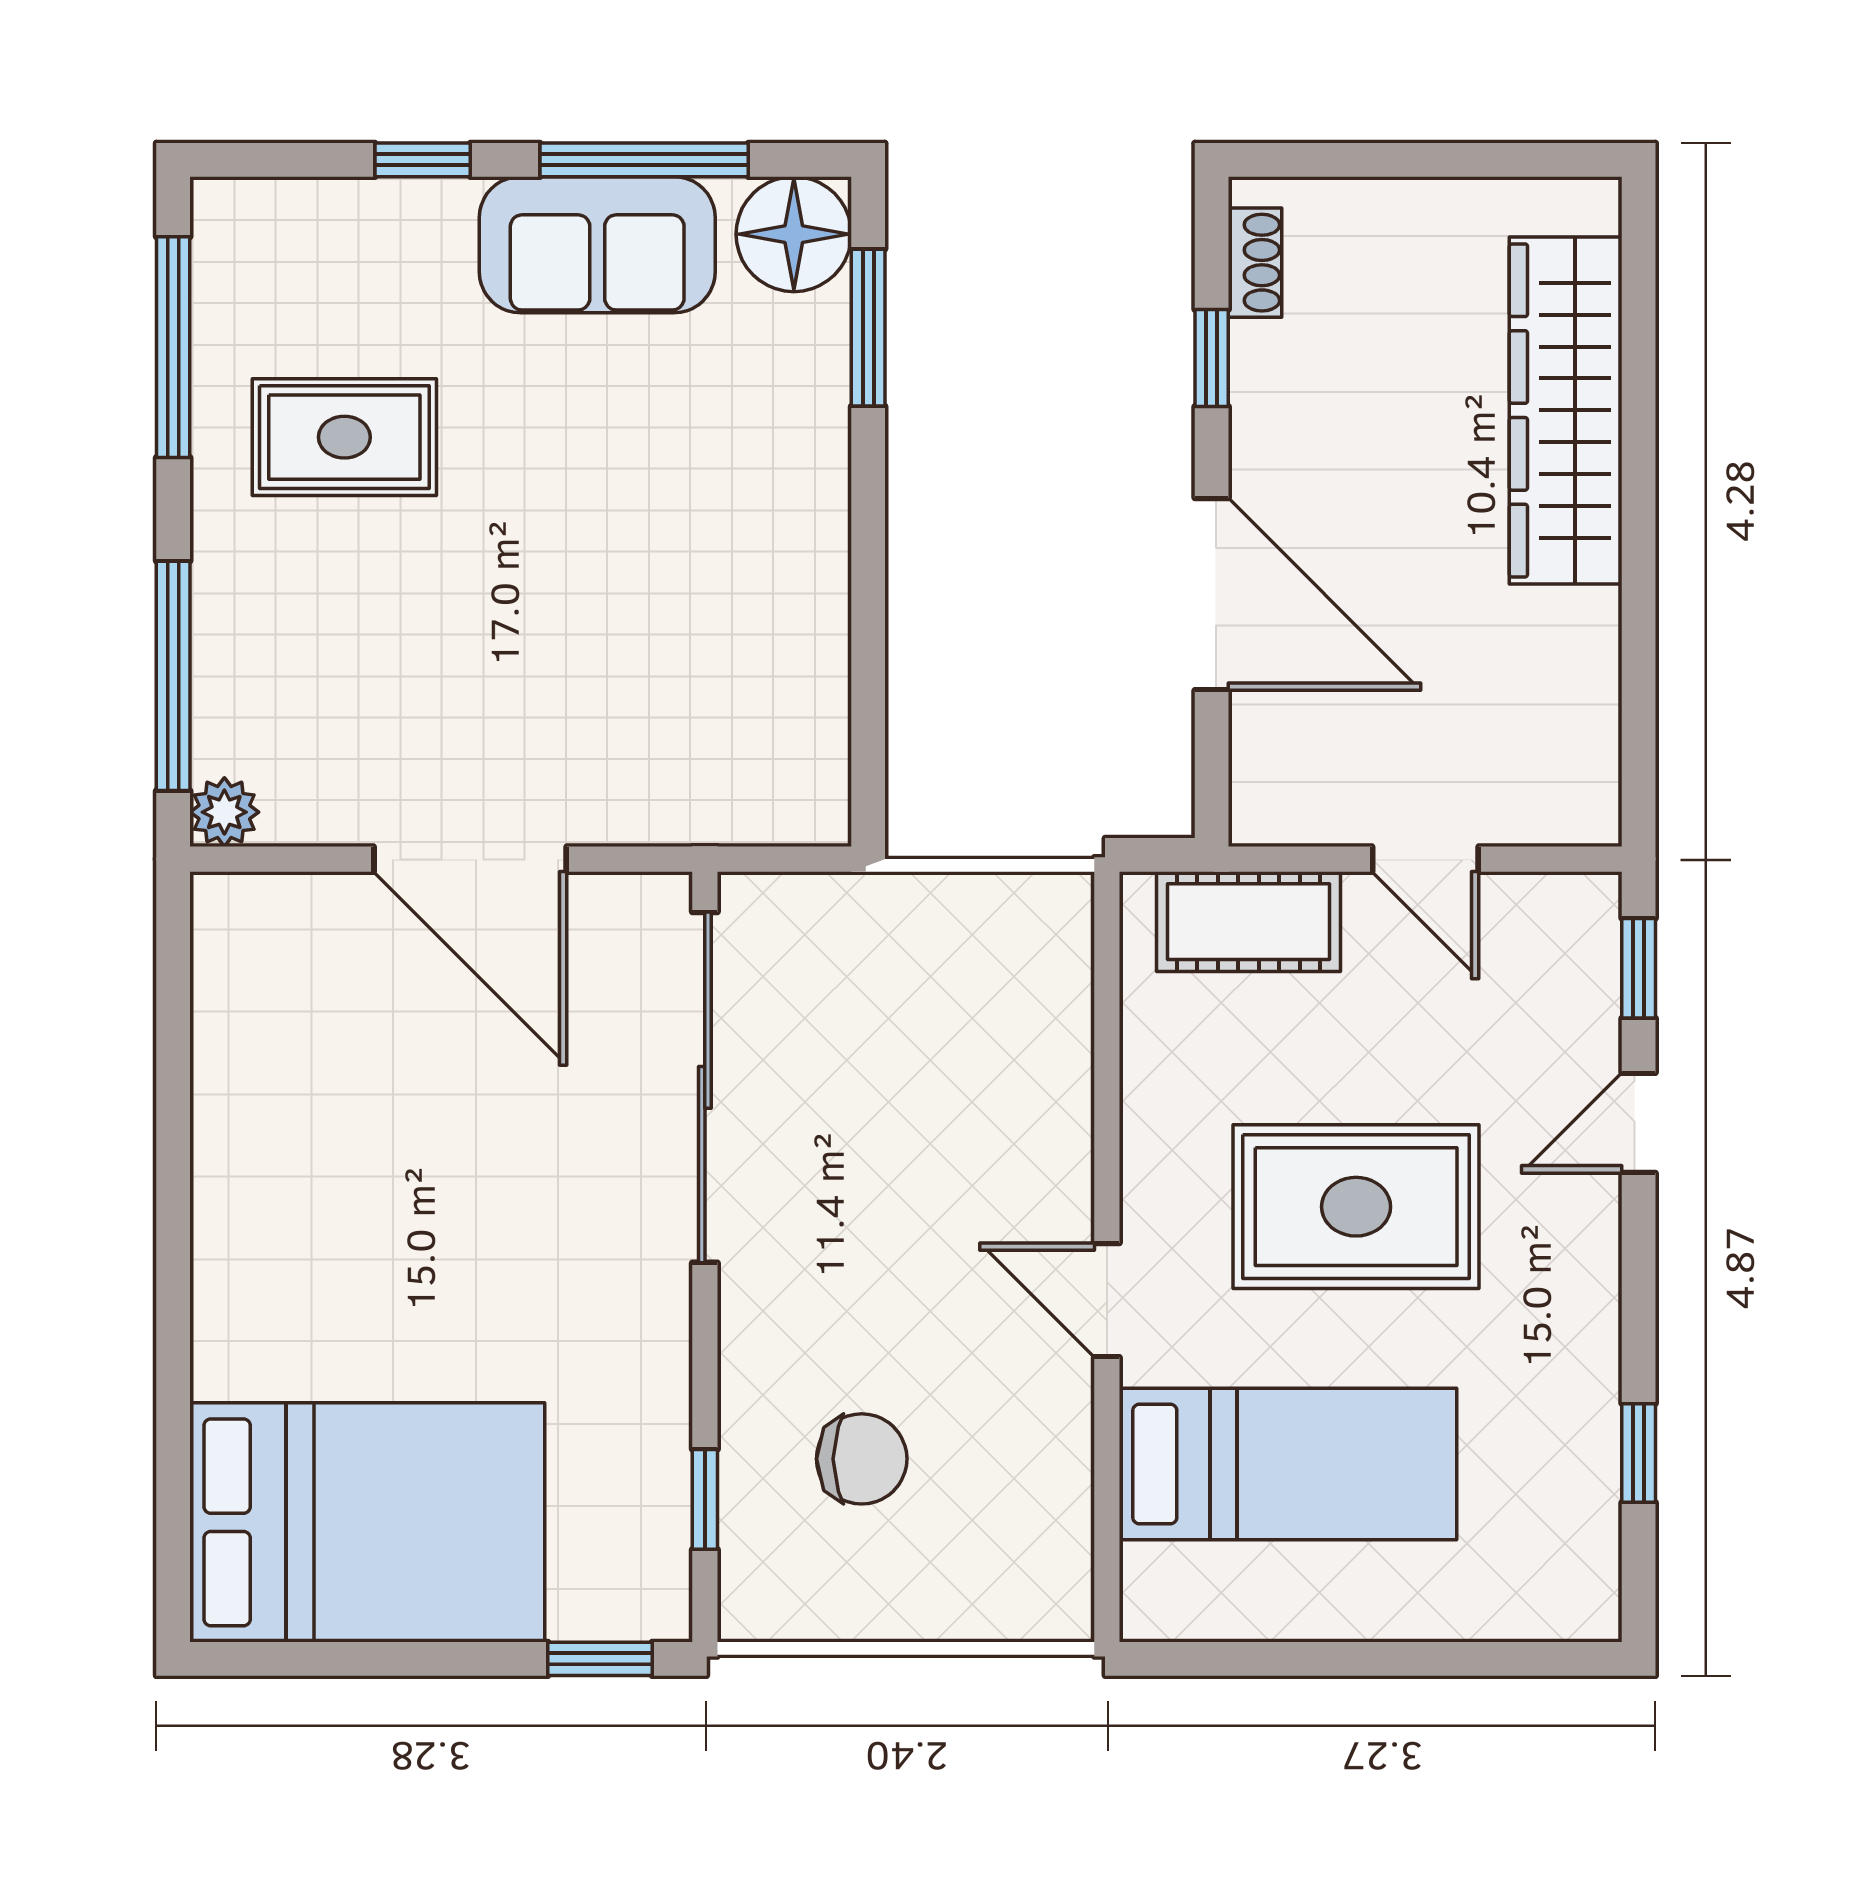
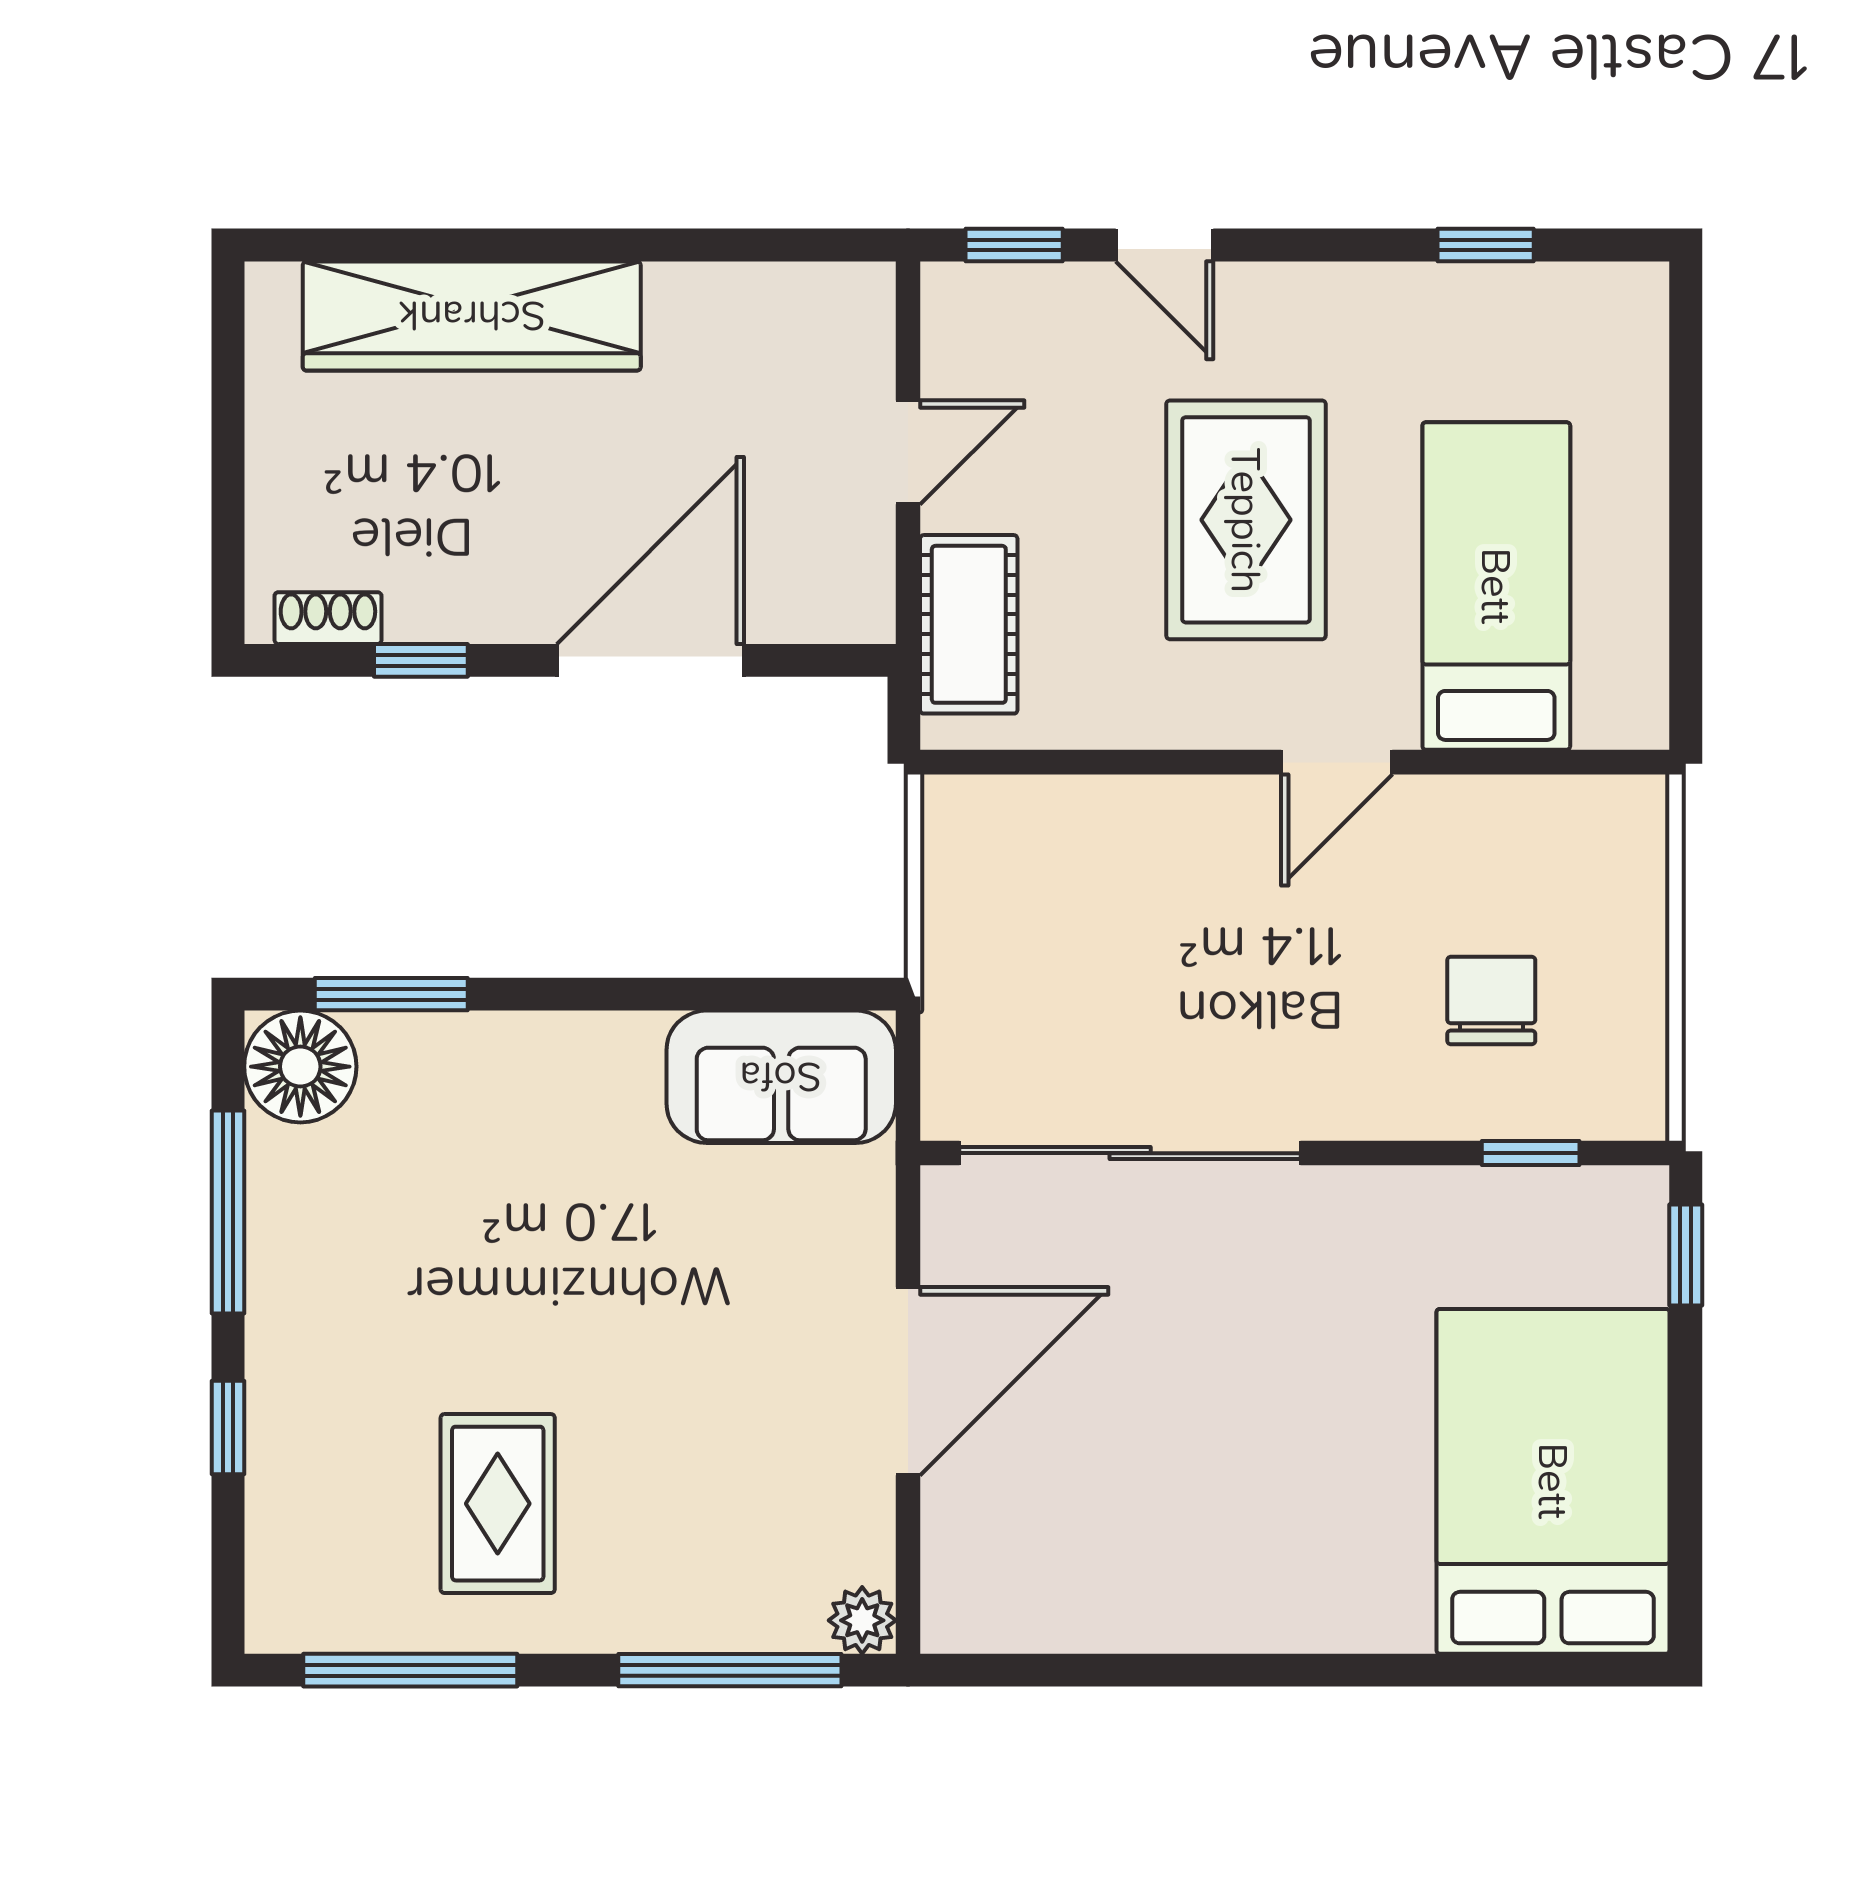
sofa: (597, 245) -> (781, 1077), moved, turned 90

